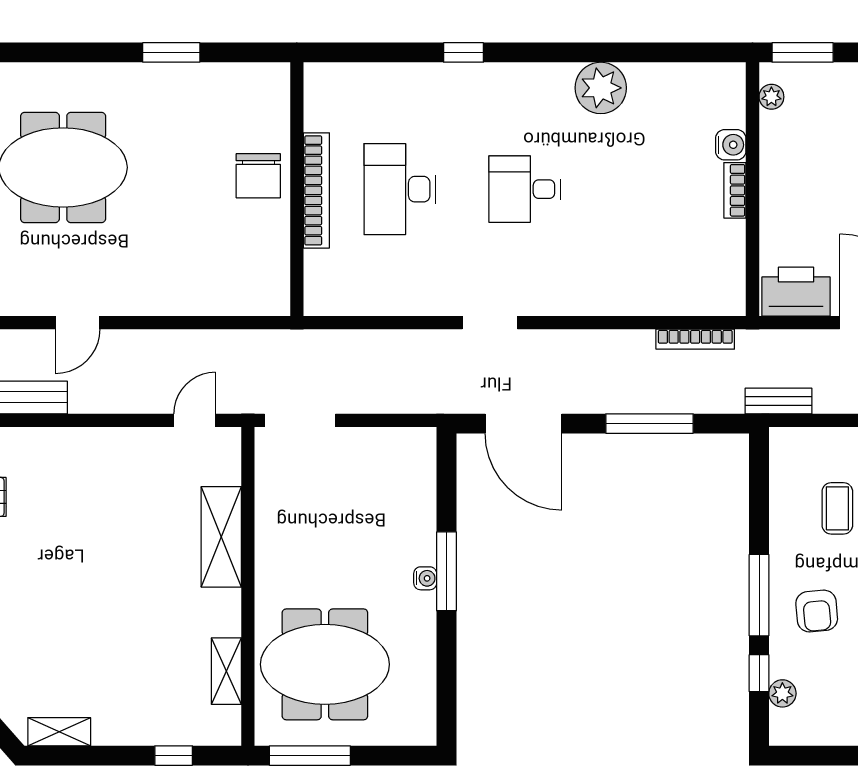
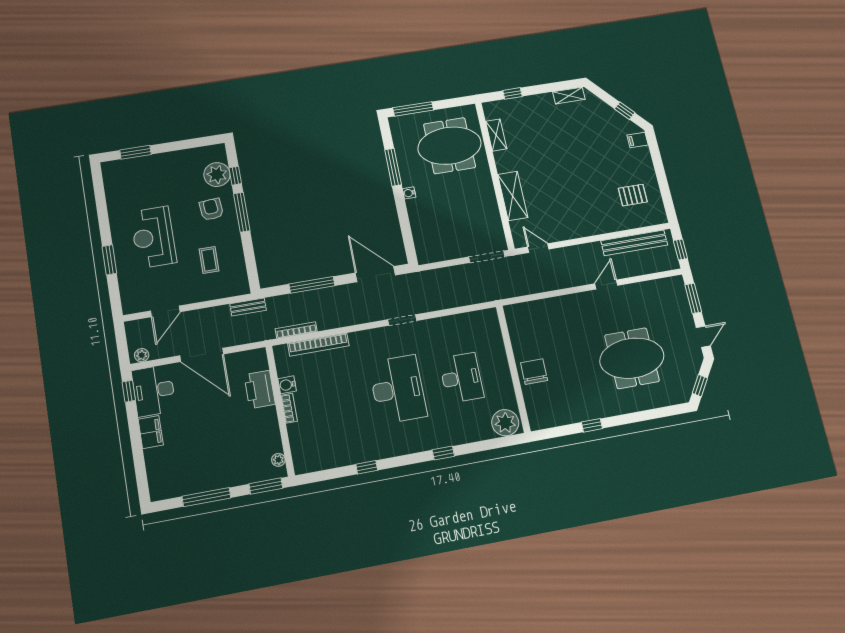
window: (171, 52) -> (592, 425), width x0.67
window: (611, 52) -> (367, 467), added
plant: (601, 88) -> (505, 423), moved
water cooler: (731, 145) -> (287, 385), moved
desk: (525, 189) -> (398, 389), width x1.87, depth x1.30
bookcase: (316, 190) -> (318, 345), moved, turned -90
printer: (796, 292) -> (260, 389), moved, turned 90
door: (195, 420) -> (538, 248), swing flipped
window: (447, 571) -> (393, 167), moved
plant: (782, 693) -> (217, 175), width x1.88, depth x1.88
window: (310, 756) -> (413, 109), moved

